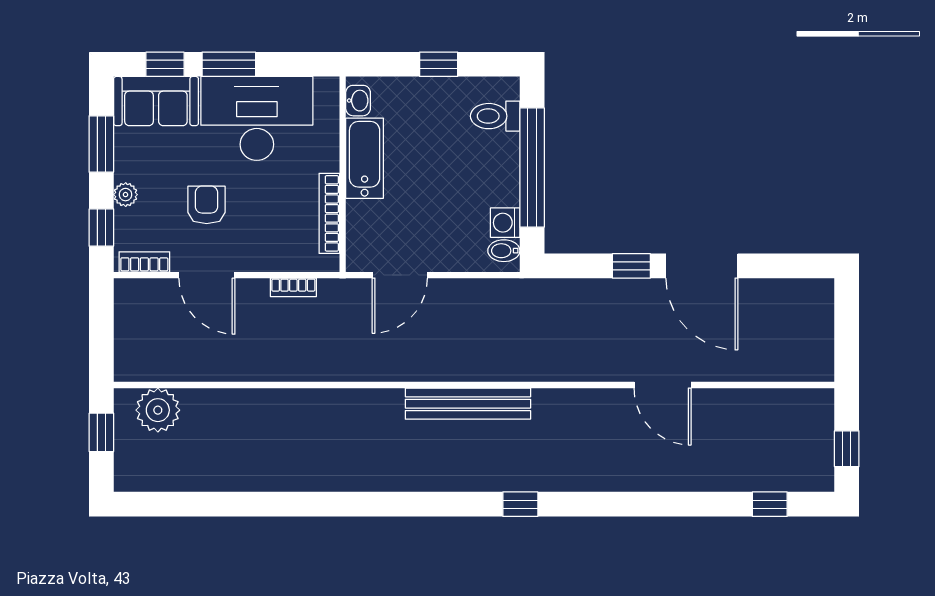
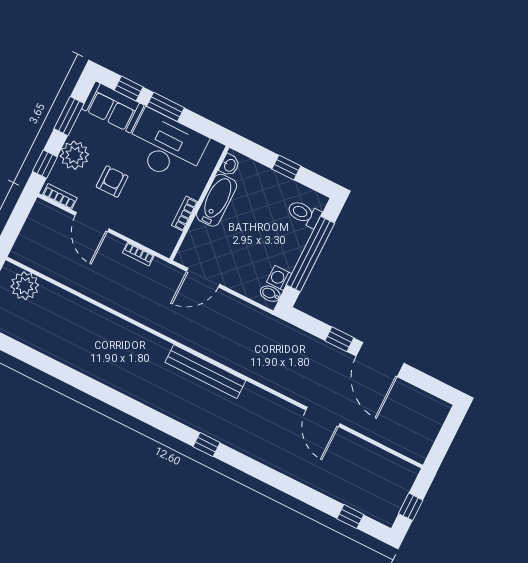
plant: (126, 195) -> (74, 155), width x1.87, depth x1.87
bookcase: (329, 213) -> (185, 214), width x0.64

